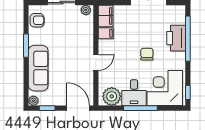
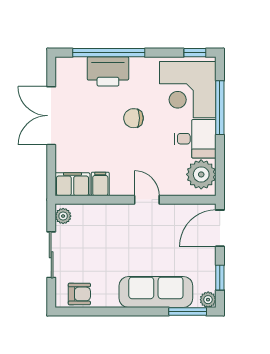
armchair: (37, 20) -> (79, 294), turned 90
window: (26, 46) -> (188, 312), moved
window: (140, 108) -> (220, 108), moved

